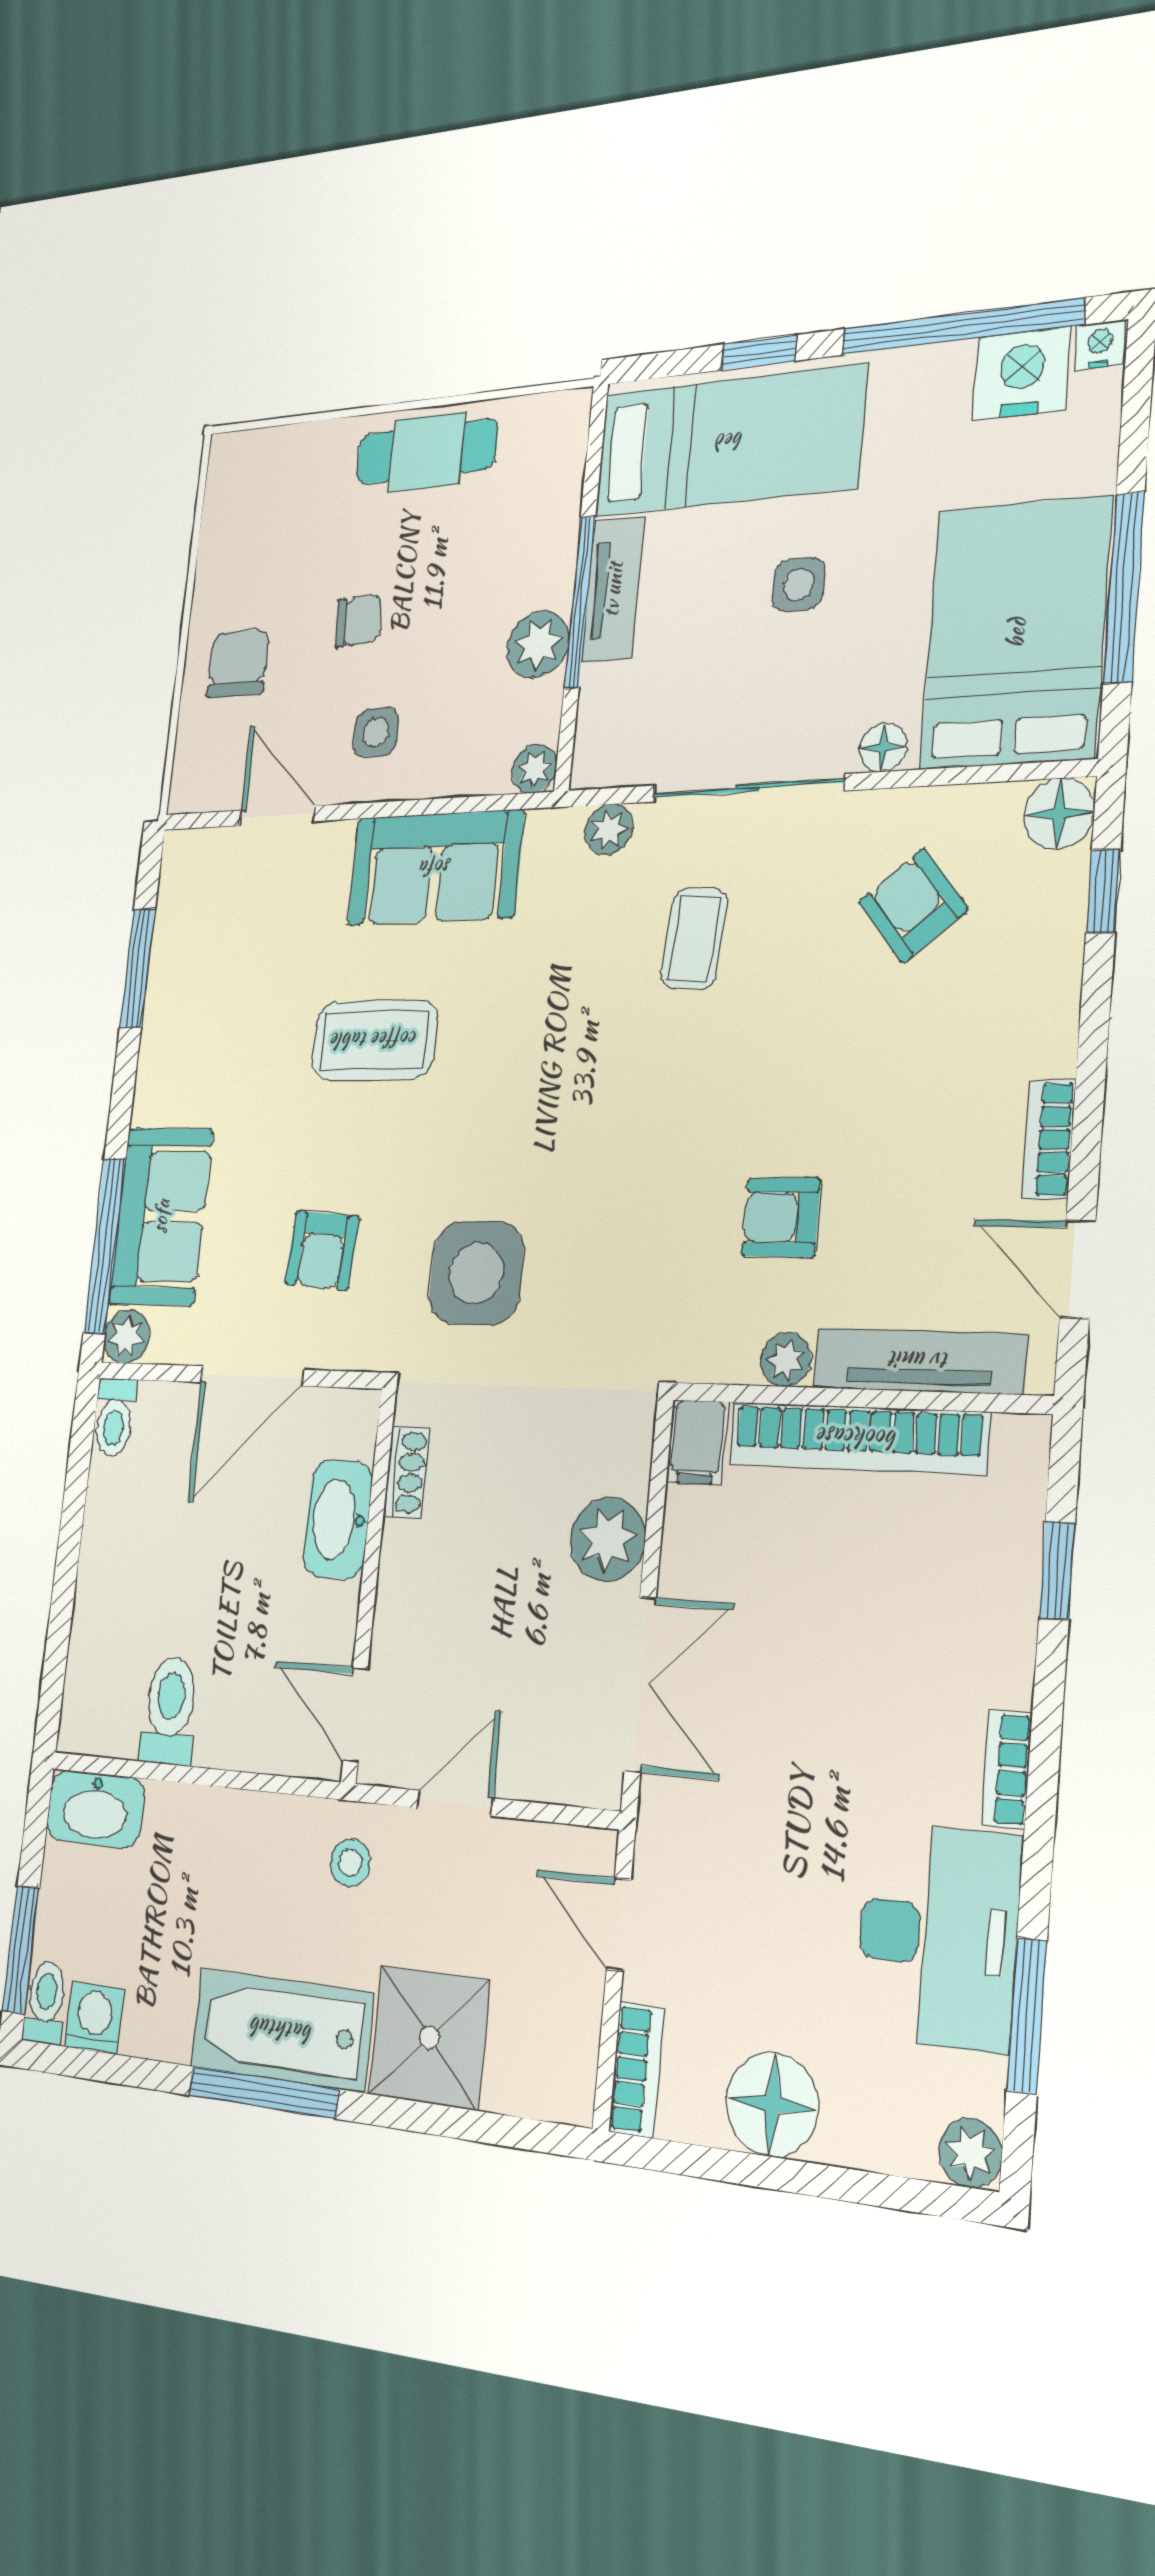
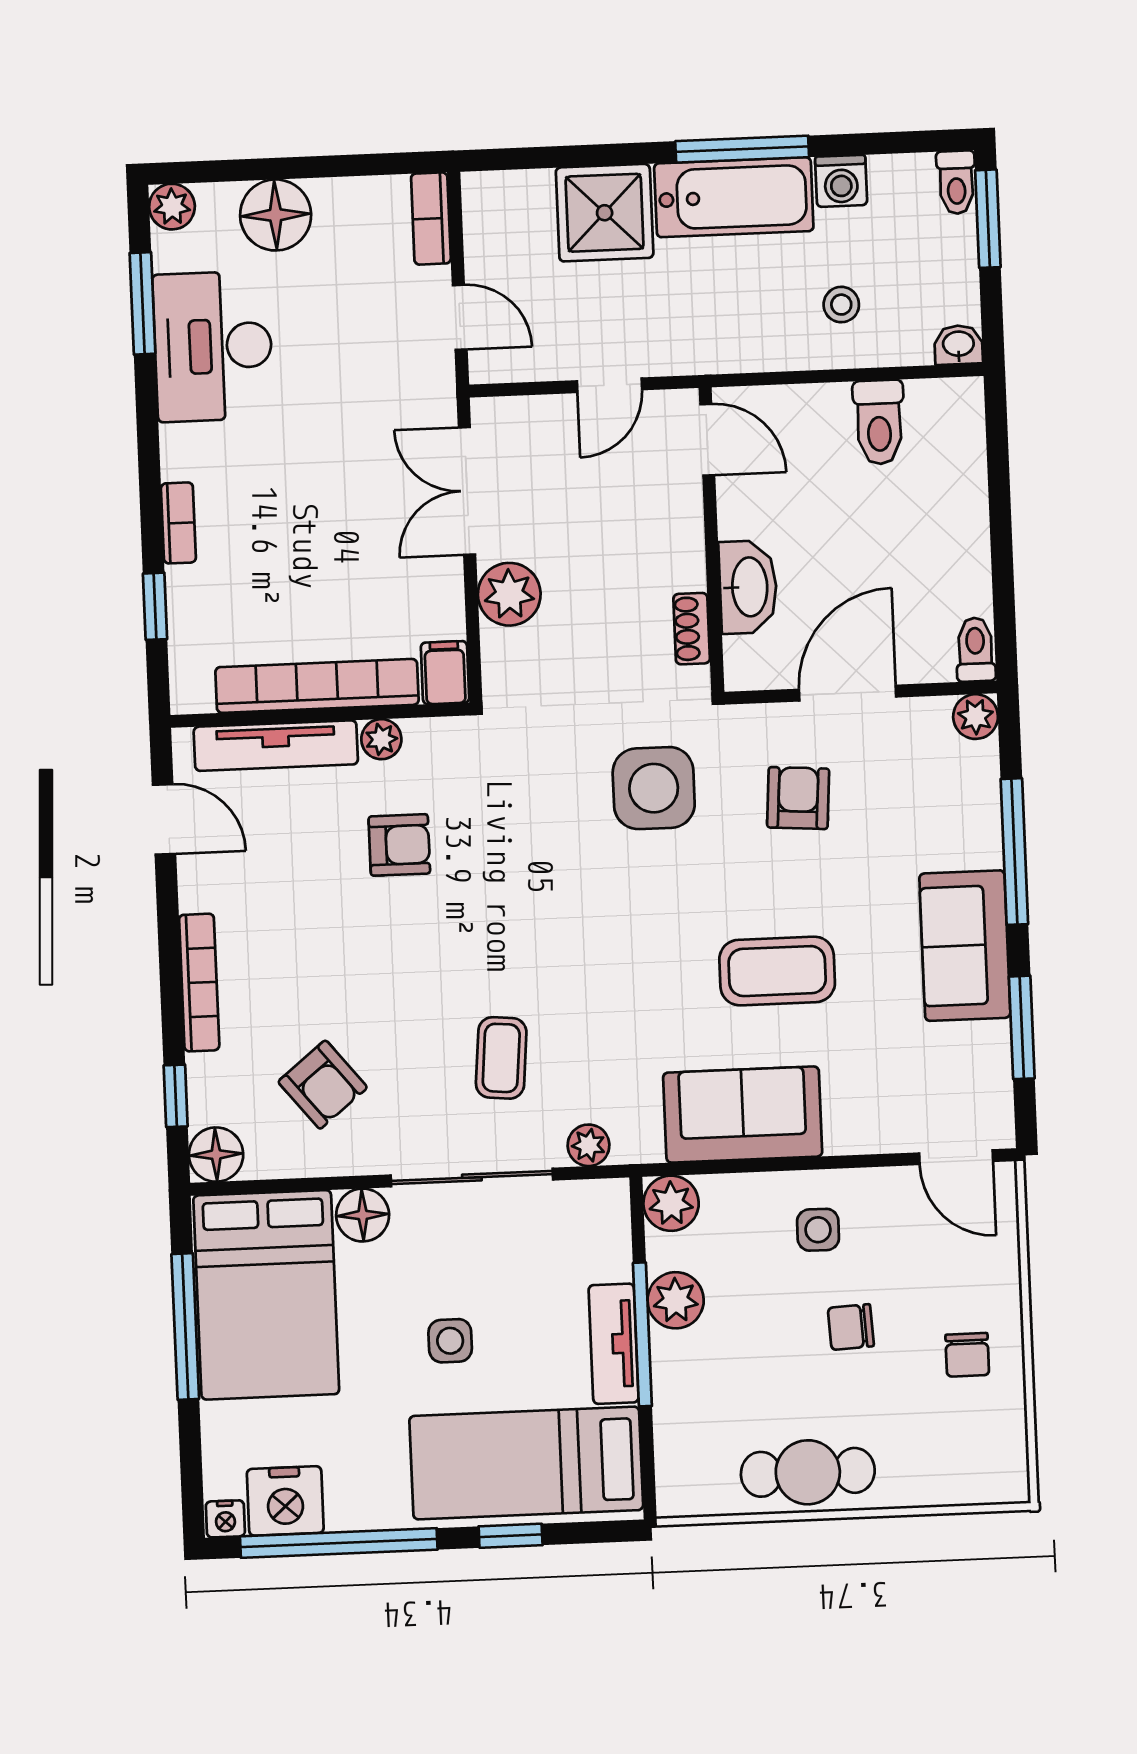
chair: (238, 663) -> (967, 1355), moved, width x0.73, depth x0.73
floor lamp: (883, 747) -> (363, 1215), width x1.37, depth x1.37
plant: (534, 769) -> (671, 1203), width x1.38, depth x1.38
door: (277, 816) -> (956, 1157), moved
bookcase: (1049, 1139) -> (199, 983), moved, width x1.56
sofa: (161, 1216) -> (965, 946), moved
window: (105, 1246) -> (1014, 852), moved
bookcase: (1007, 1769) -> (178, 523), moved
washbasin: (95, 1809) -> (958, 345), width x0.52, depth x0.69
stool: (350, 1863) -> (841, 305), moved
washing machine: (94, 2018) -> (841, 181), moved
floor lamp: (772, 2104) -> (276, 215), moved

